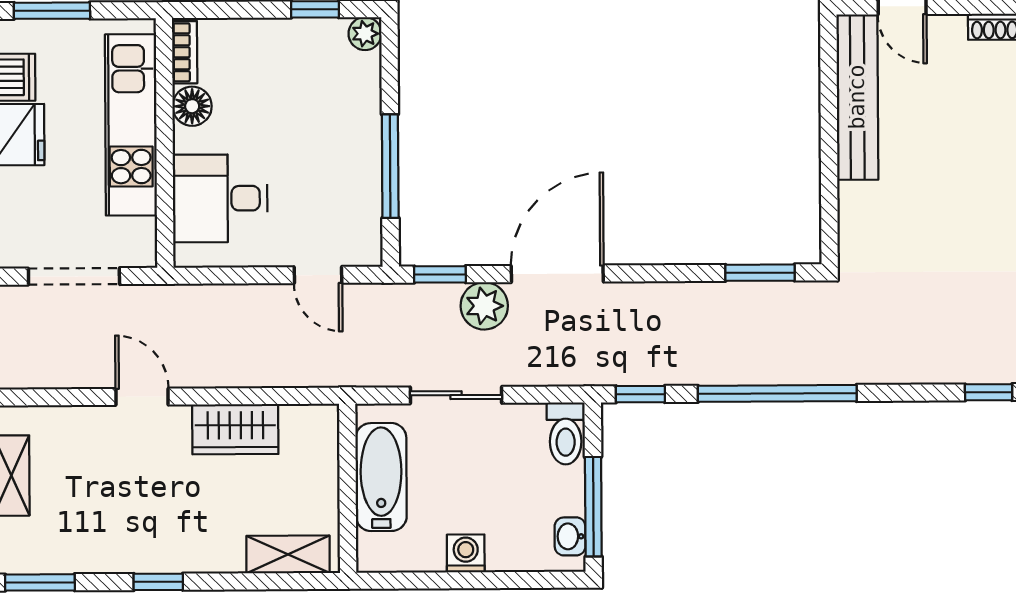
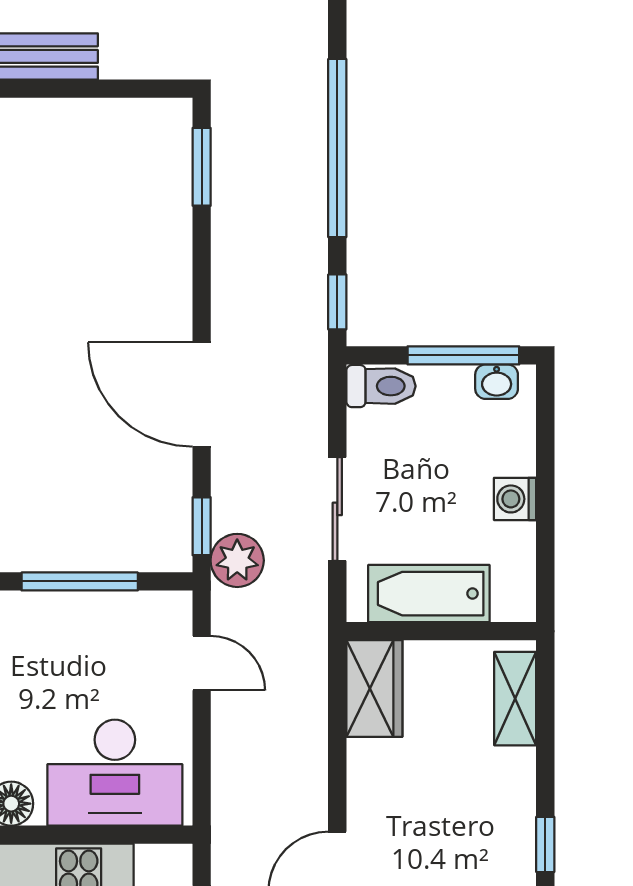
desk: (220, 198) -> (115, 773), width x1.37
door: (318, 275) -> (202, 663), hinge flipped
plant: (484, 306) -> (237, 560), moved
wardrobe: (235, 429) -> (374, 689), moved

